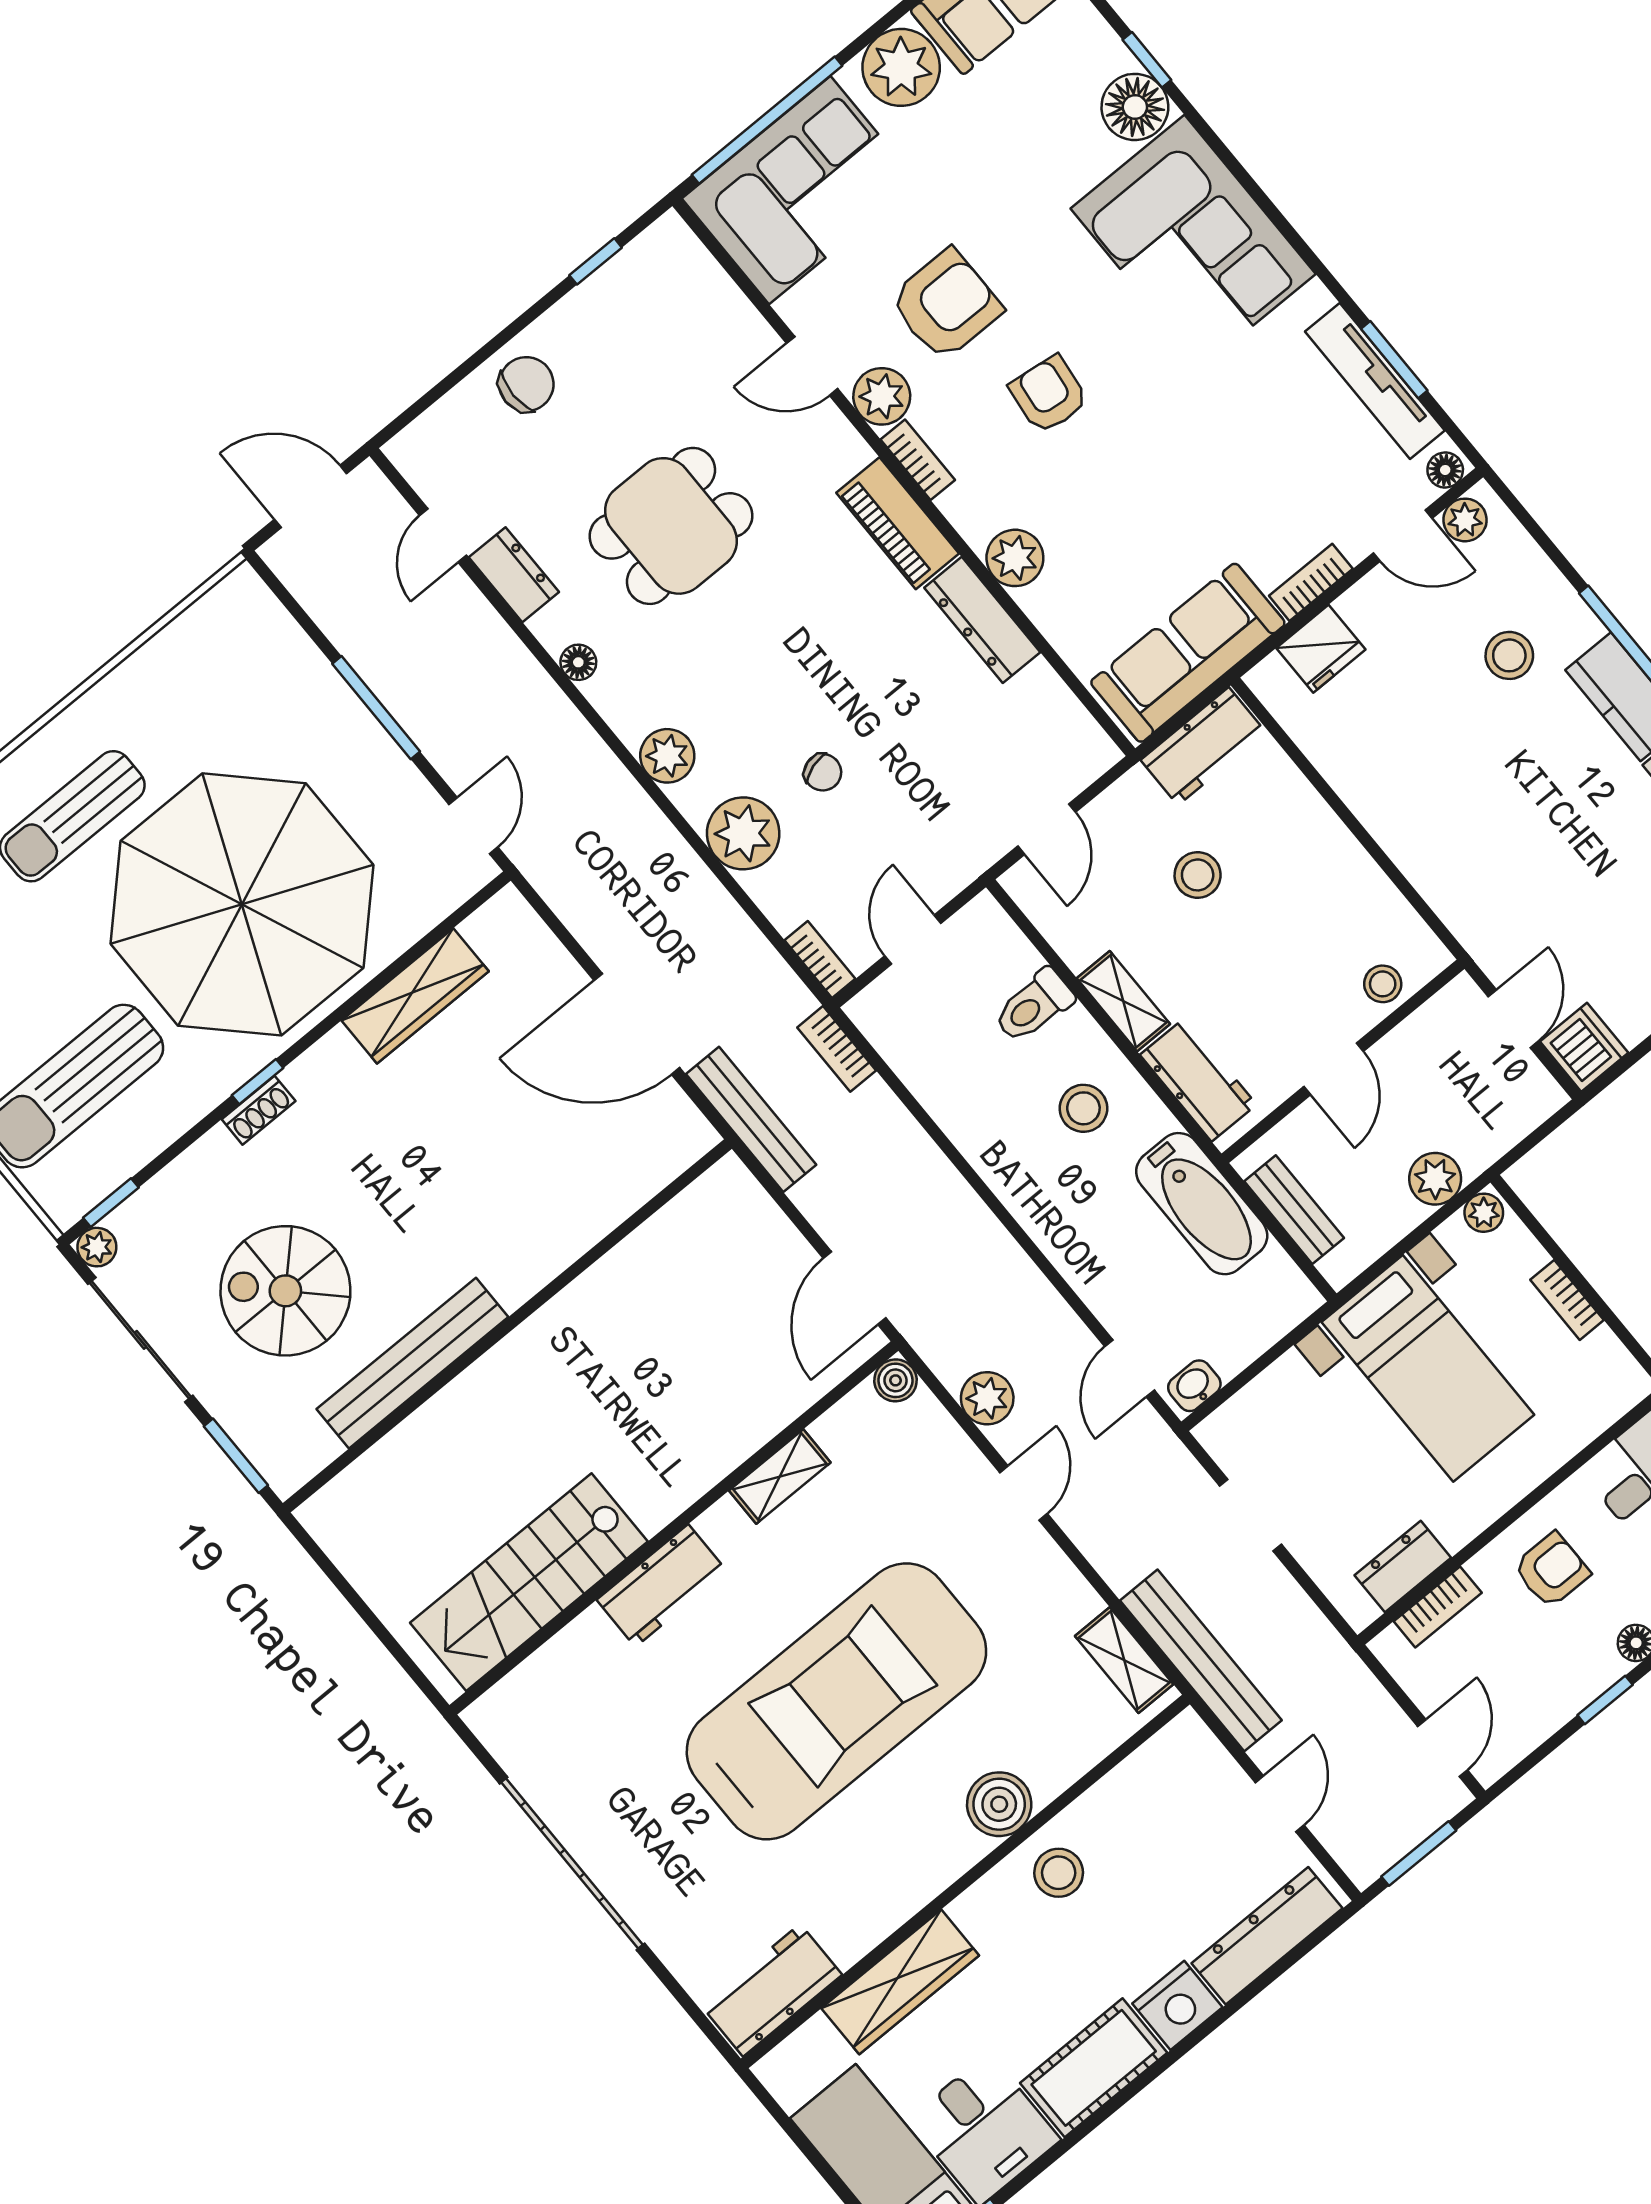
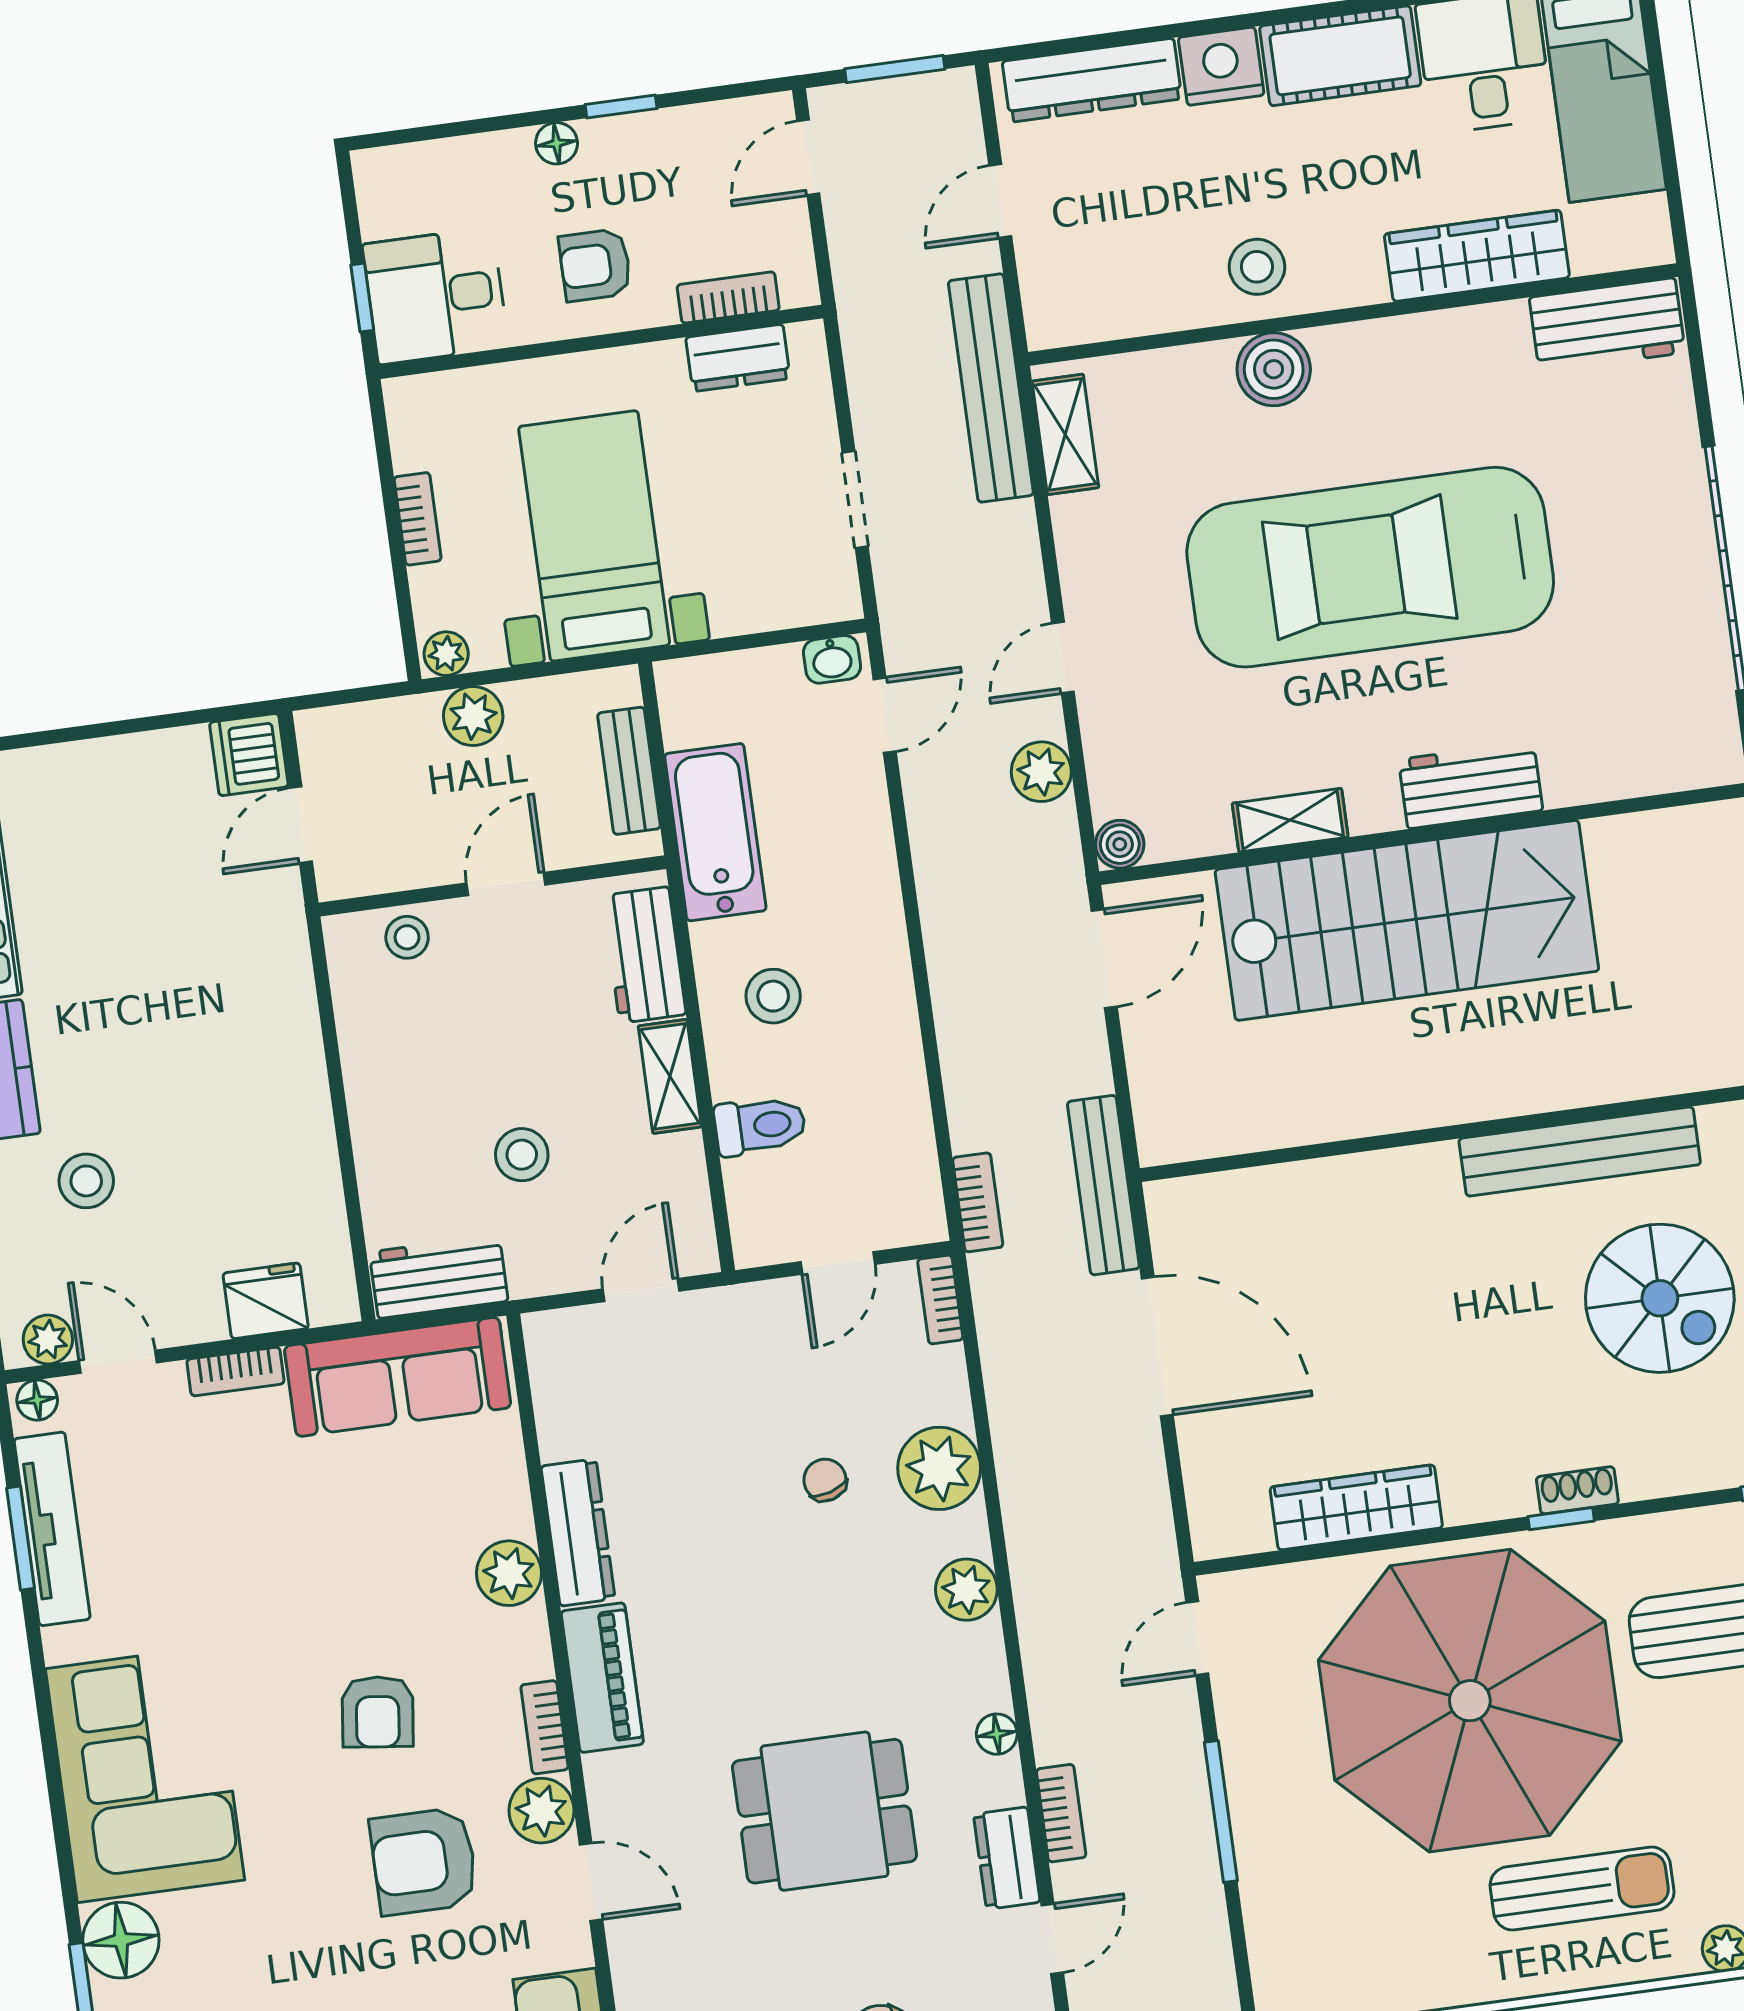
bookcase: (494, 633) -> (1061, 1813), added
stairs: (529, 1582) -> (1407, 920), moved, width x1.36, depth x1.51

